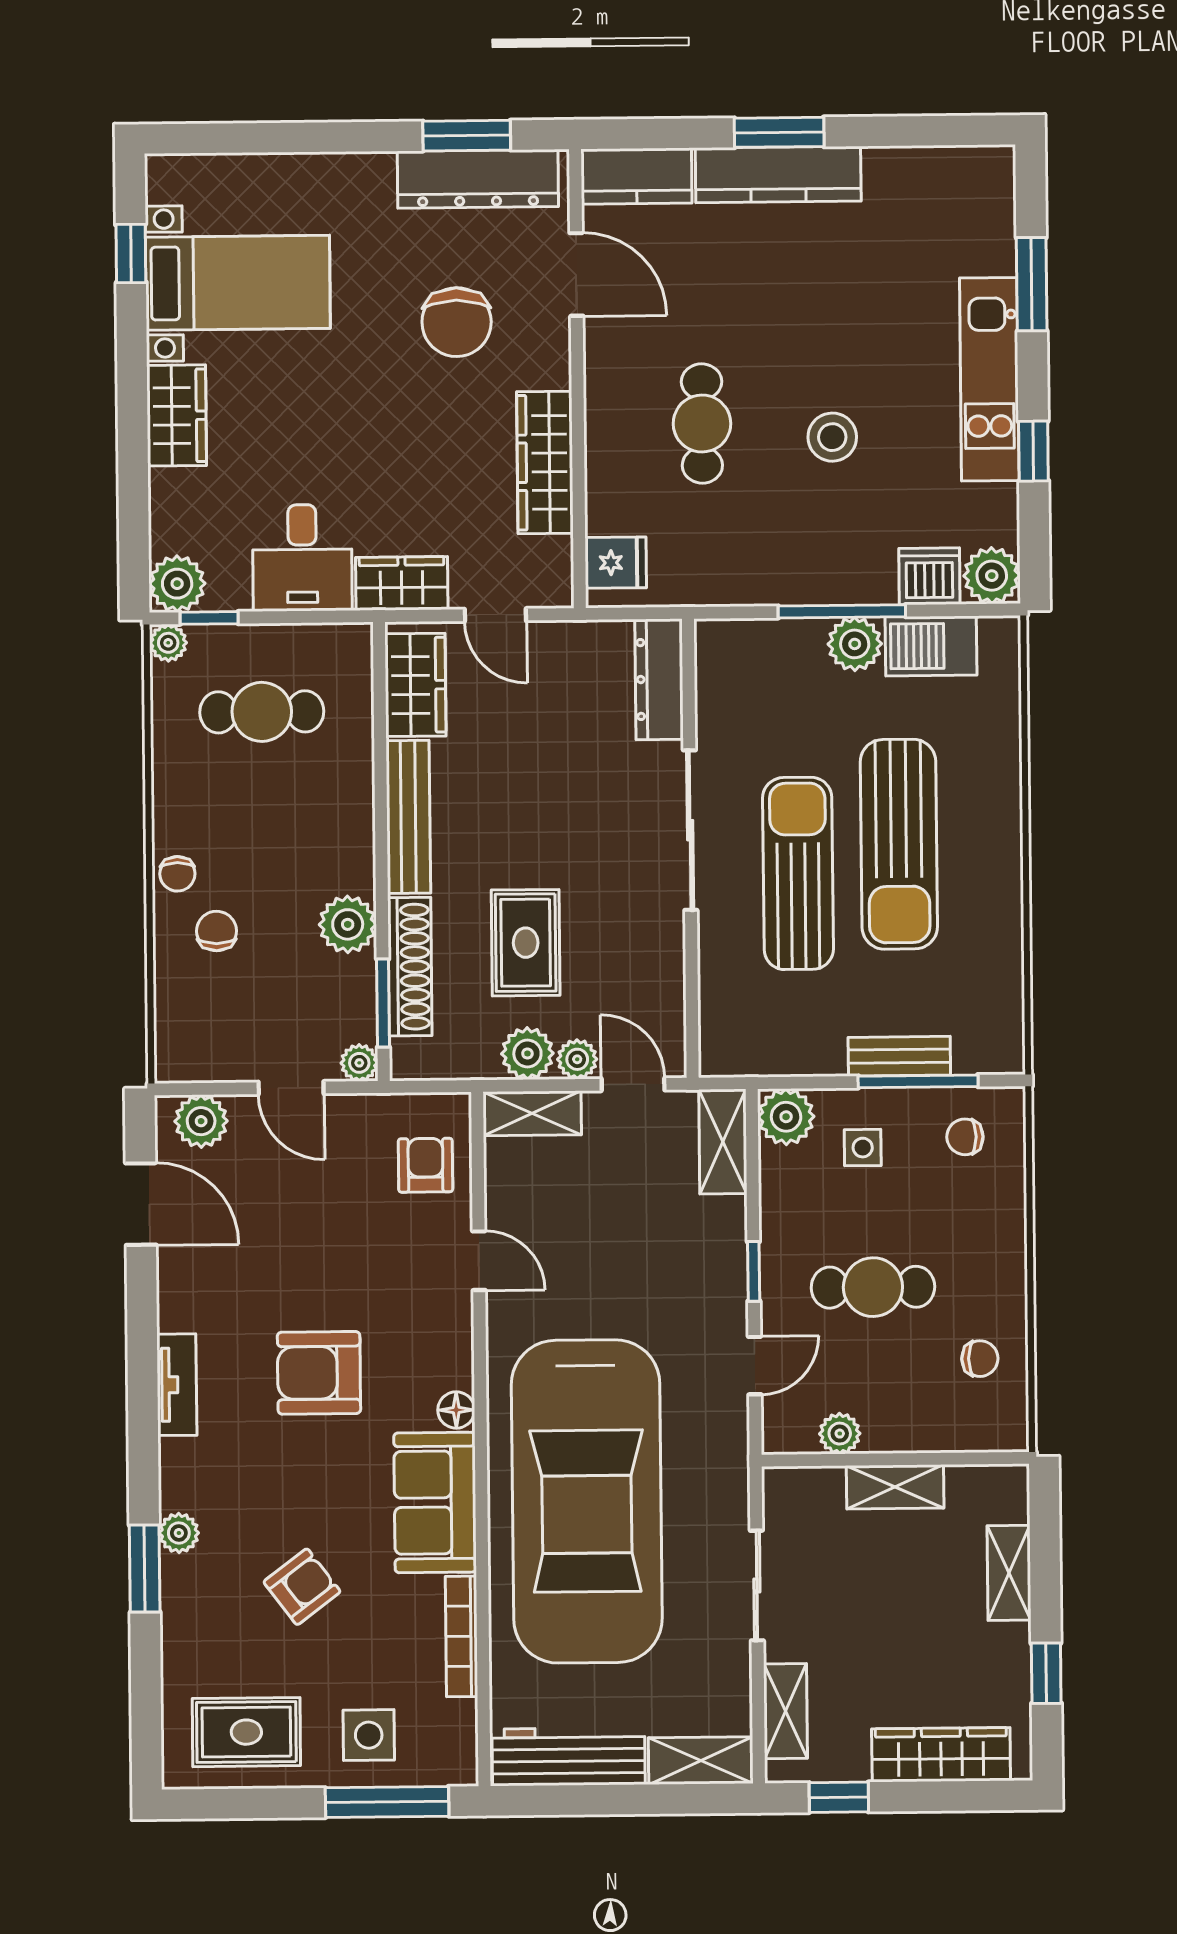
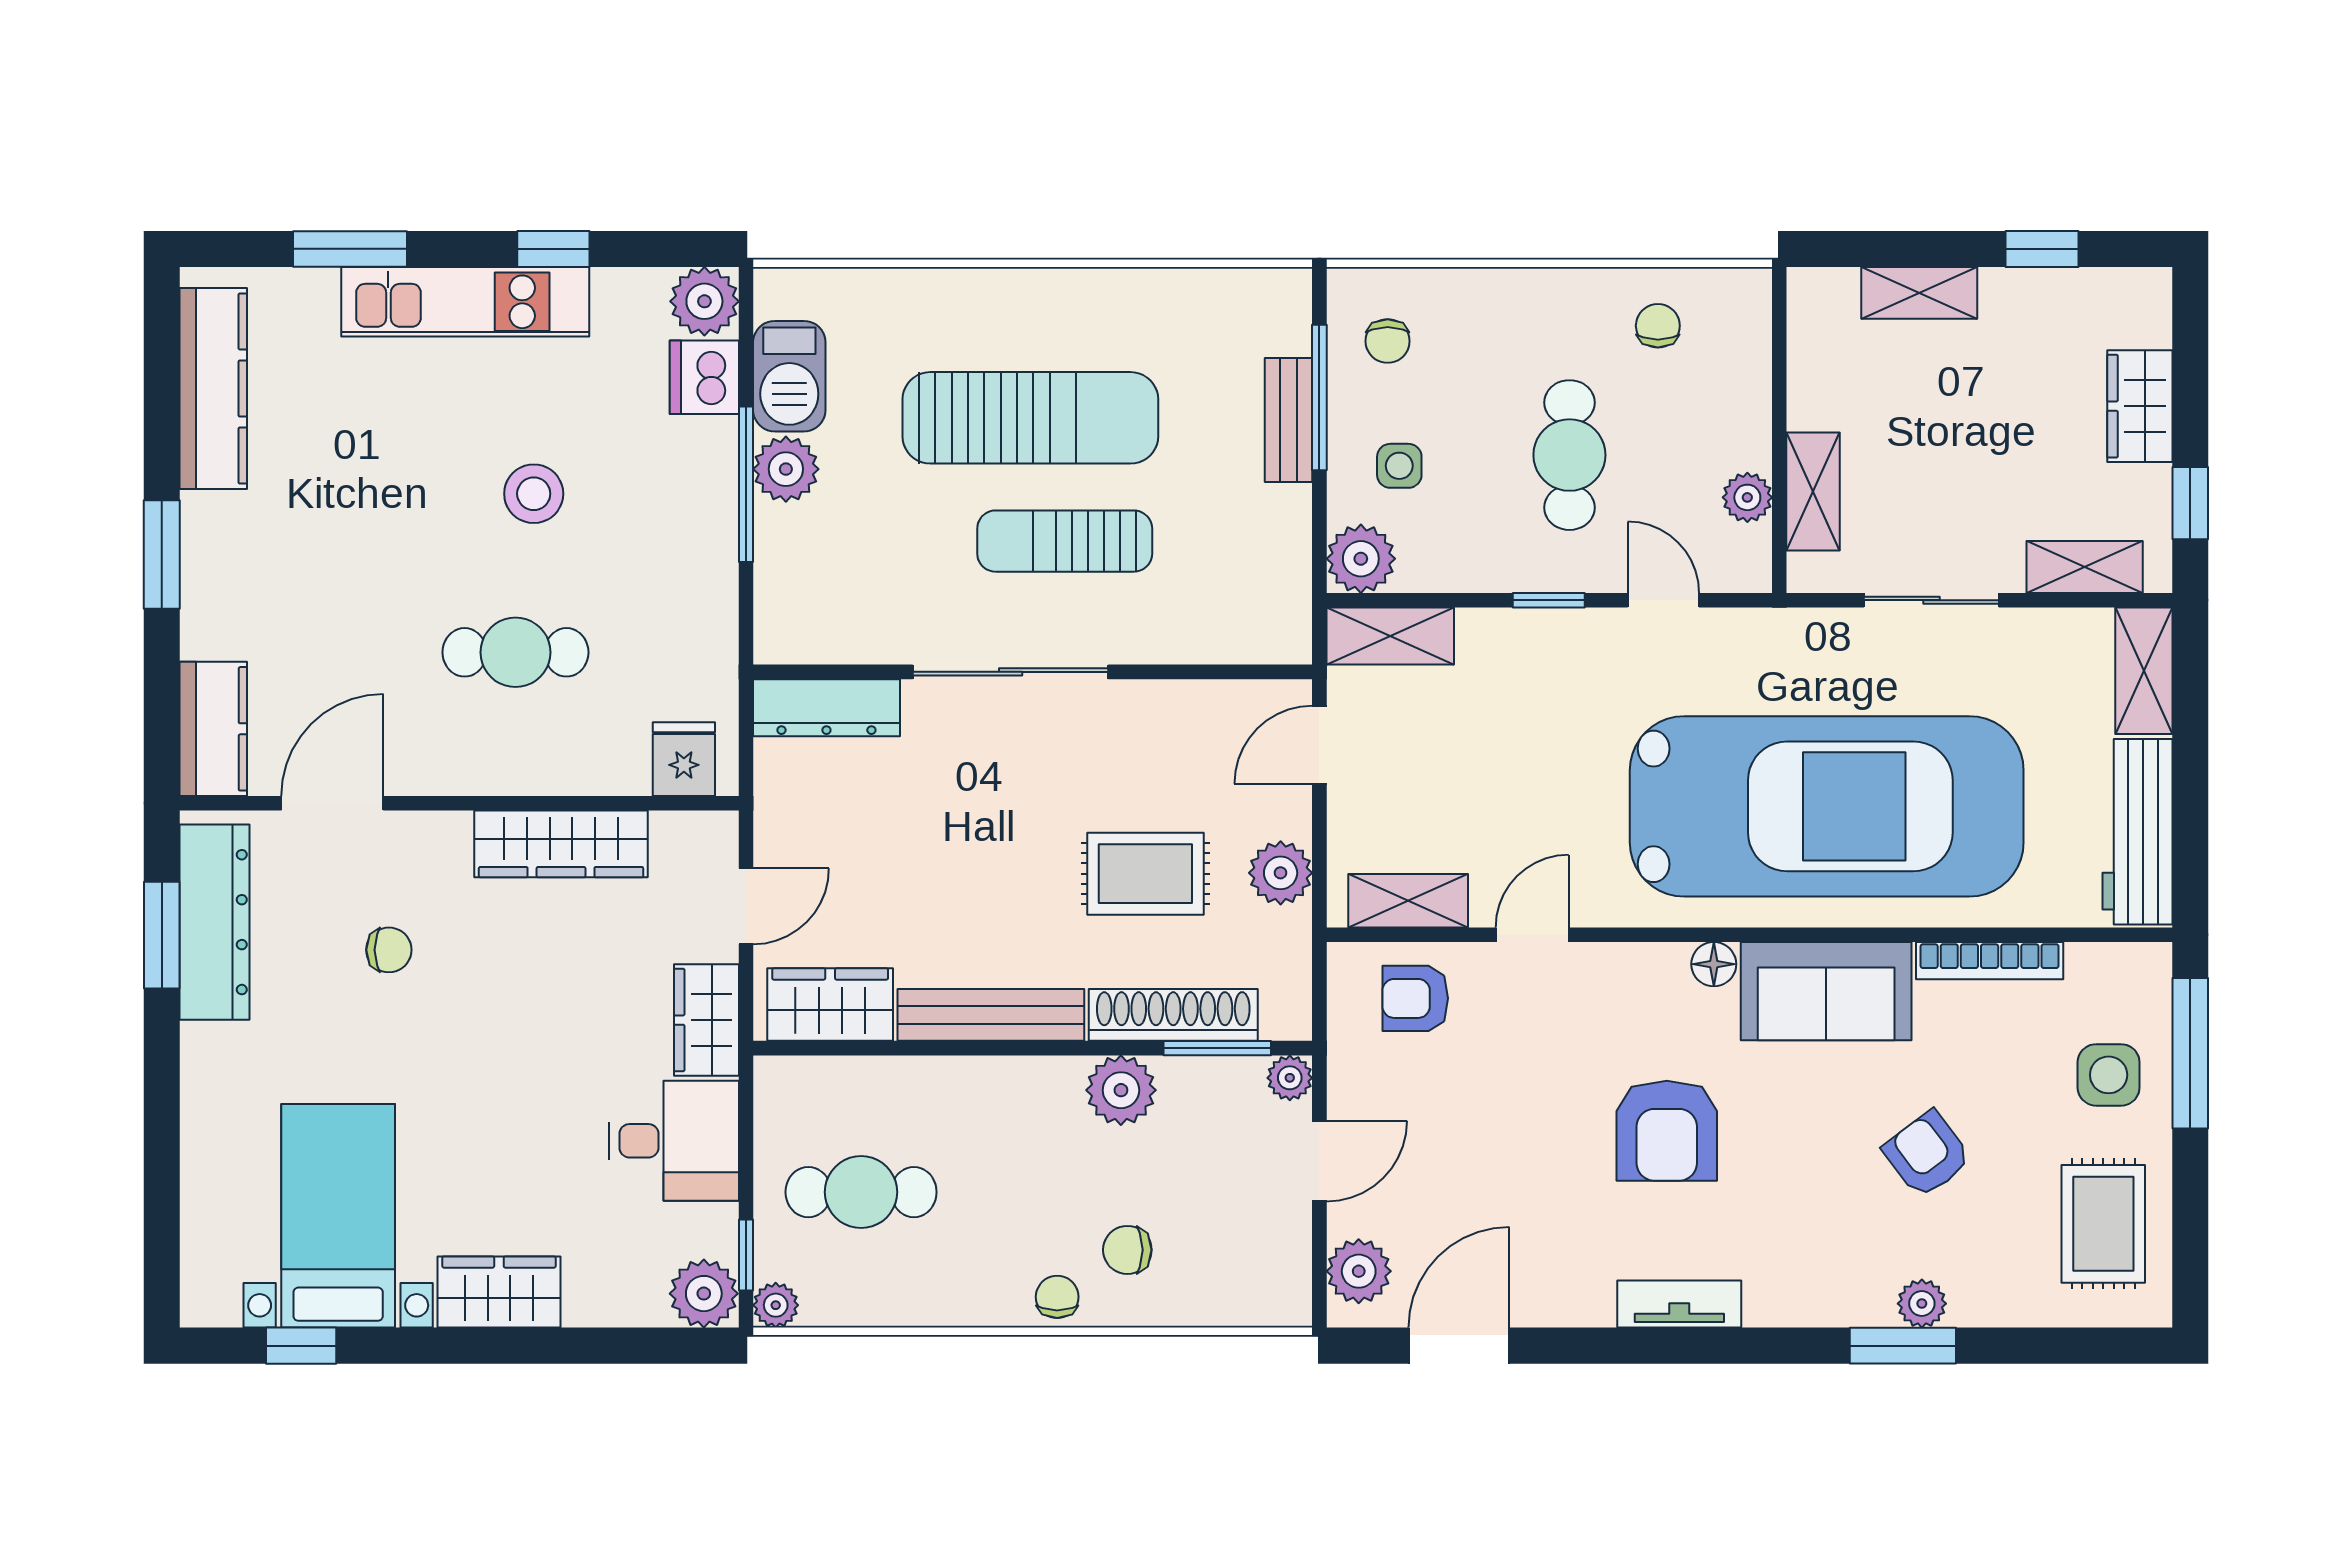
kitchen counter: (778, 175) -> (213, 388), moved
chair: (457, 322) -> (389, 950), width x0.54, depth x0.54
cafe table: (262, 712) -> (861, 1192), turned 90
sun lounger: (798, 873) -> (1065, 541), width x0.73, depth x0.75
chair: (177, 874) -> (1057, 1297), turned -90
plant: (577, 1059) -> (1288, 812), removed
shelving: (532, 1113) -> (1408, 901), moved, turned 90
shelving: (895, 1487) -> (1813, 492), moved
plant: (179, 1533) -> (1922, 1304), moved
wardrobe: (941, 1755) -> (2140, 406), width x0.67

